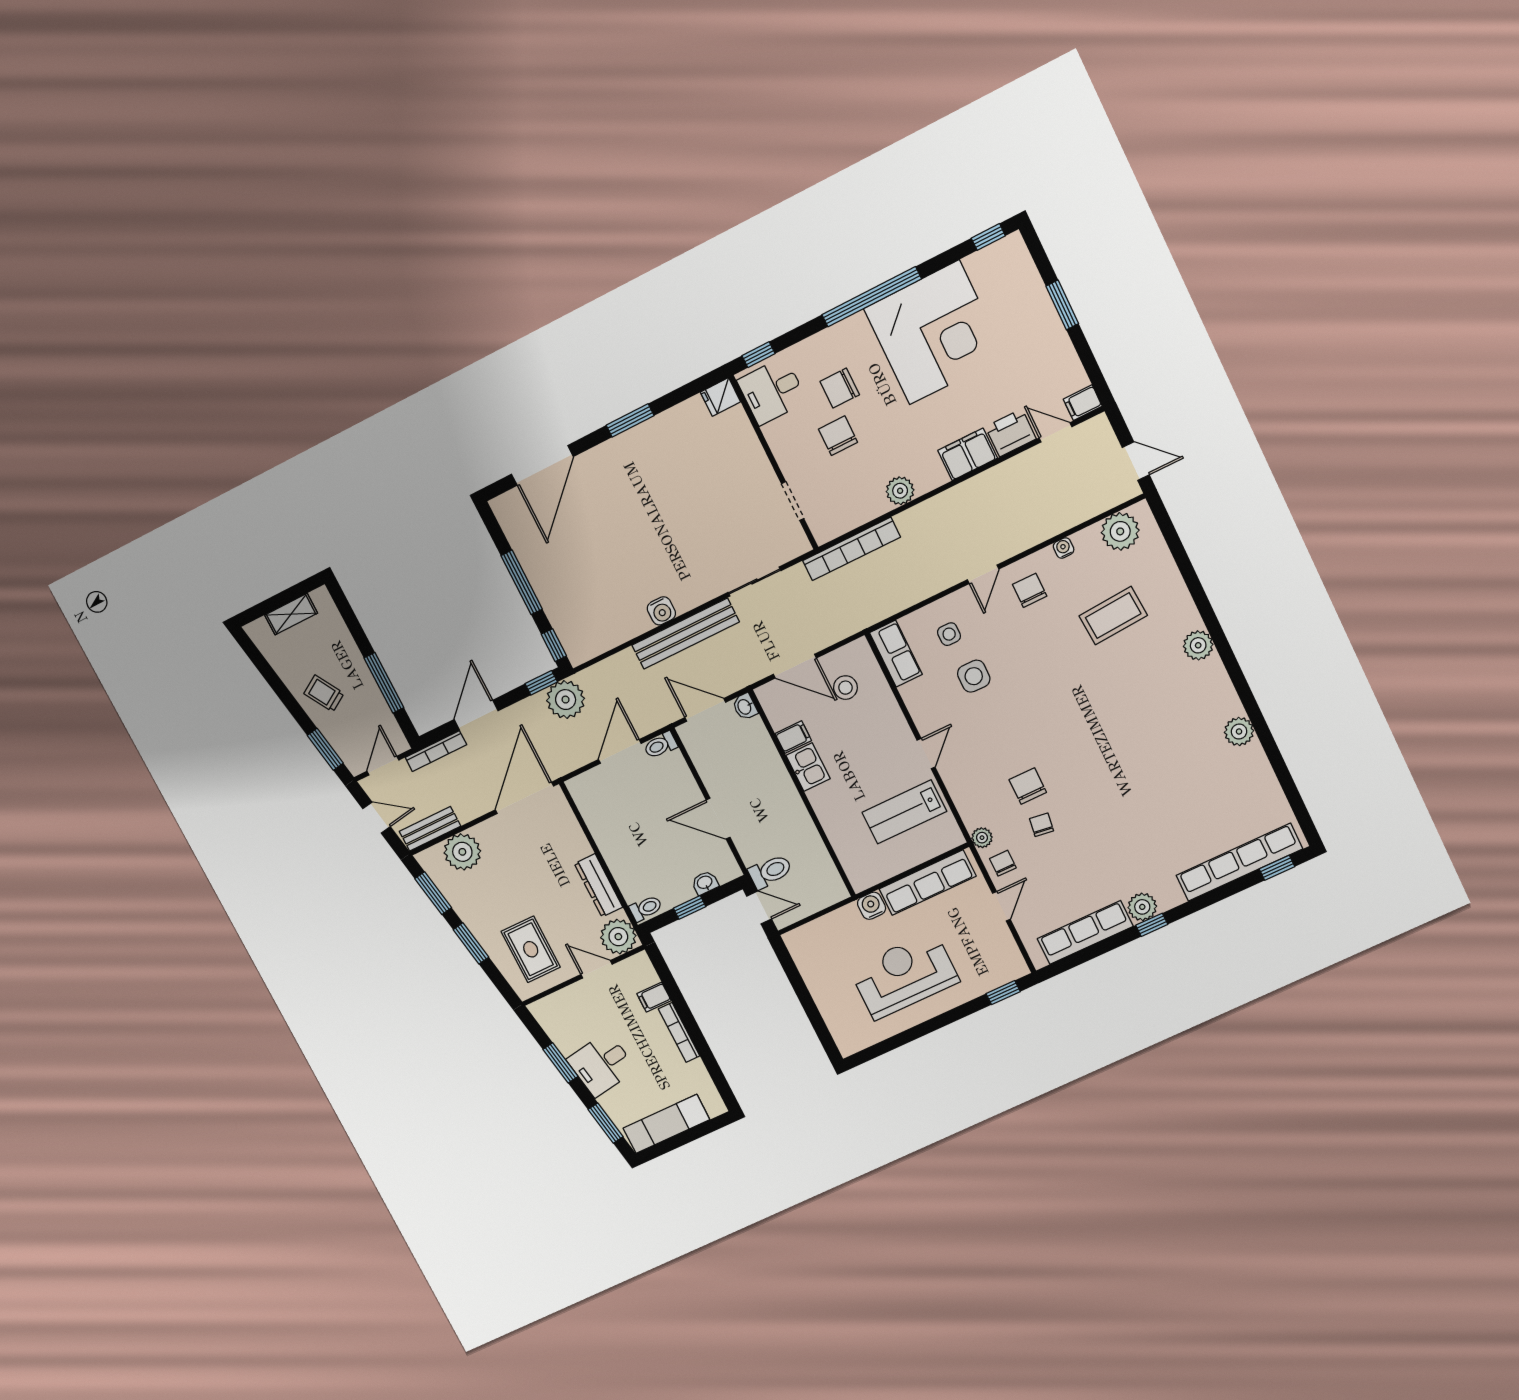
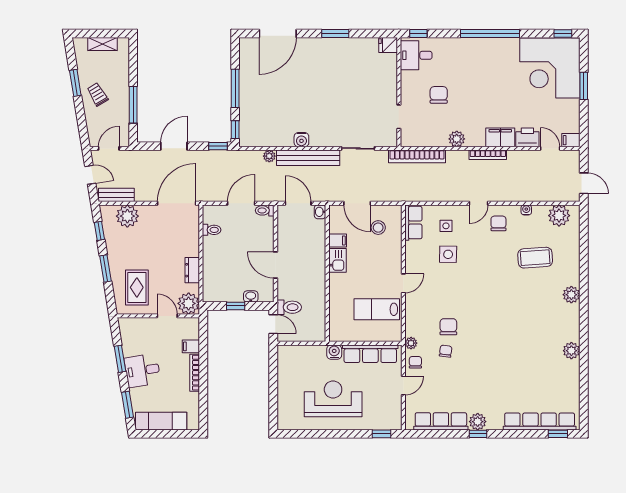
corner desk: (934, 333) -> (550, 68), moved, turned 90
chair: (840, 388) -> (451, 71), removed
plant: (566, 700) -> (269, 156), moved, width x0.53, depth x0.53
window: (325, 749) -> (75, 83), moved
bookcase: (436, 751) -> (488, 155), moved
dresser: (598, 885) -> (192, 270), width x0.70
window: (433, 893) -> (99, 231), width x0.67
toilet: (646, 908) -> (212, 230), moved

